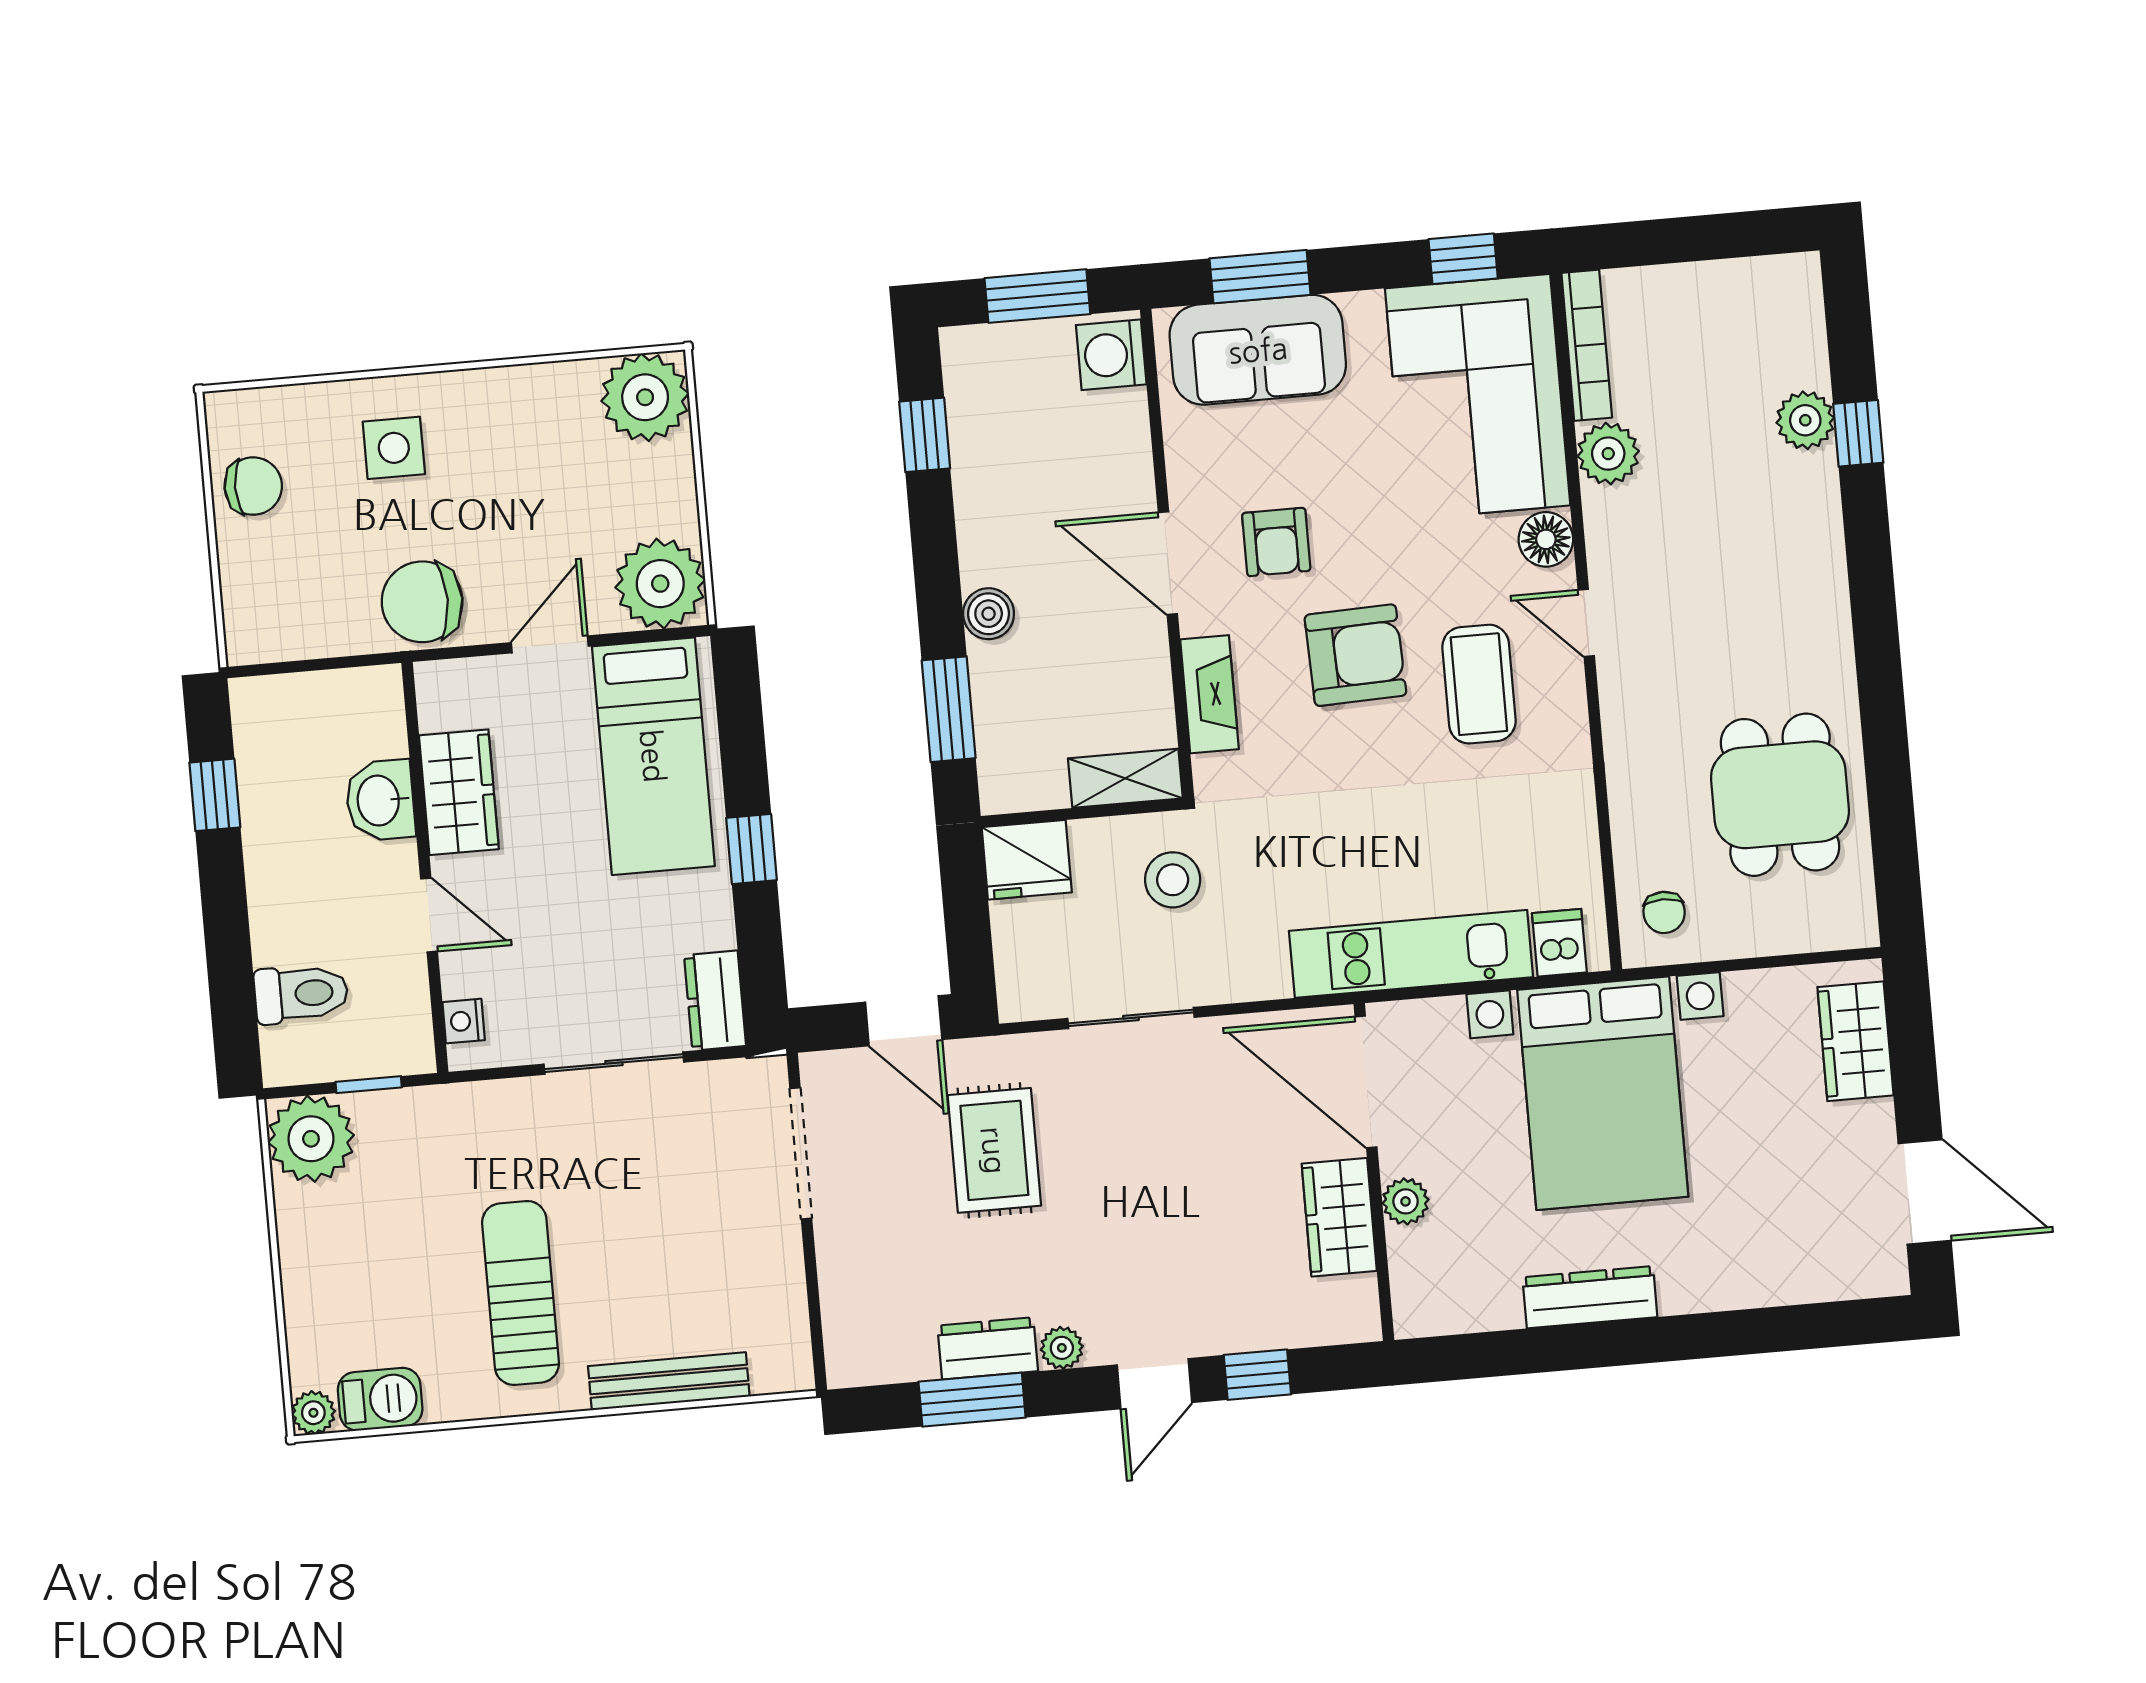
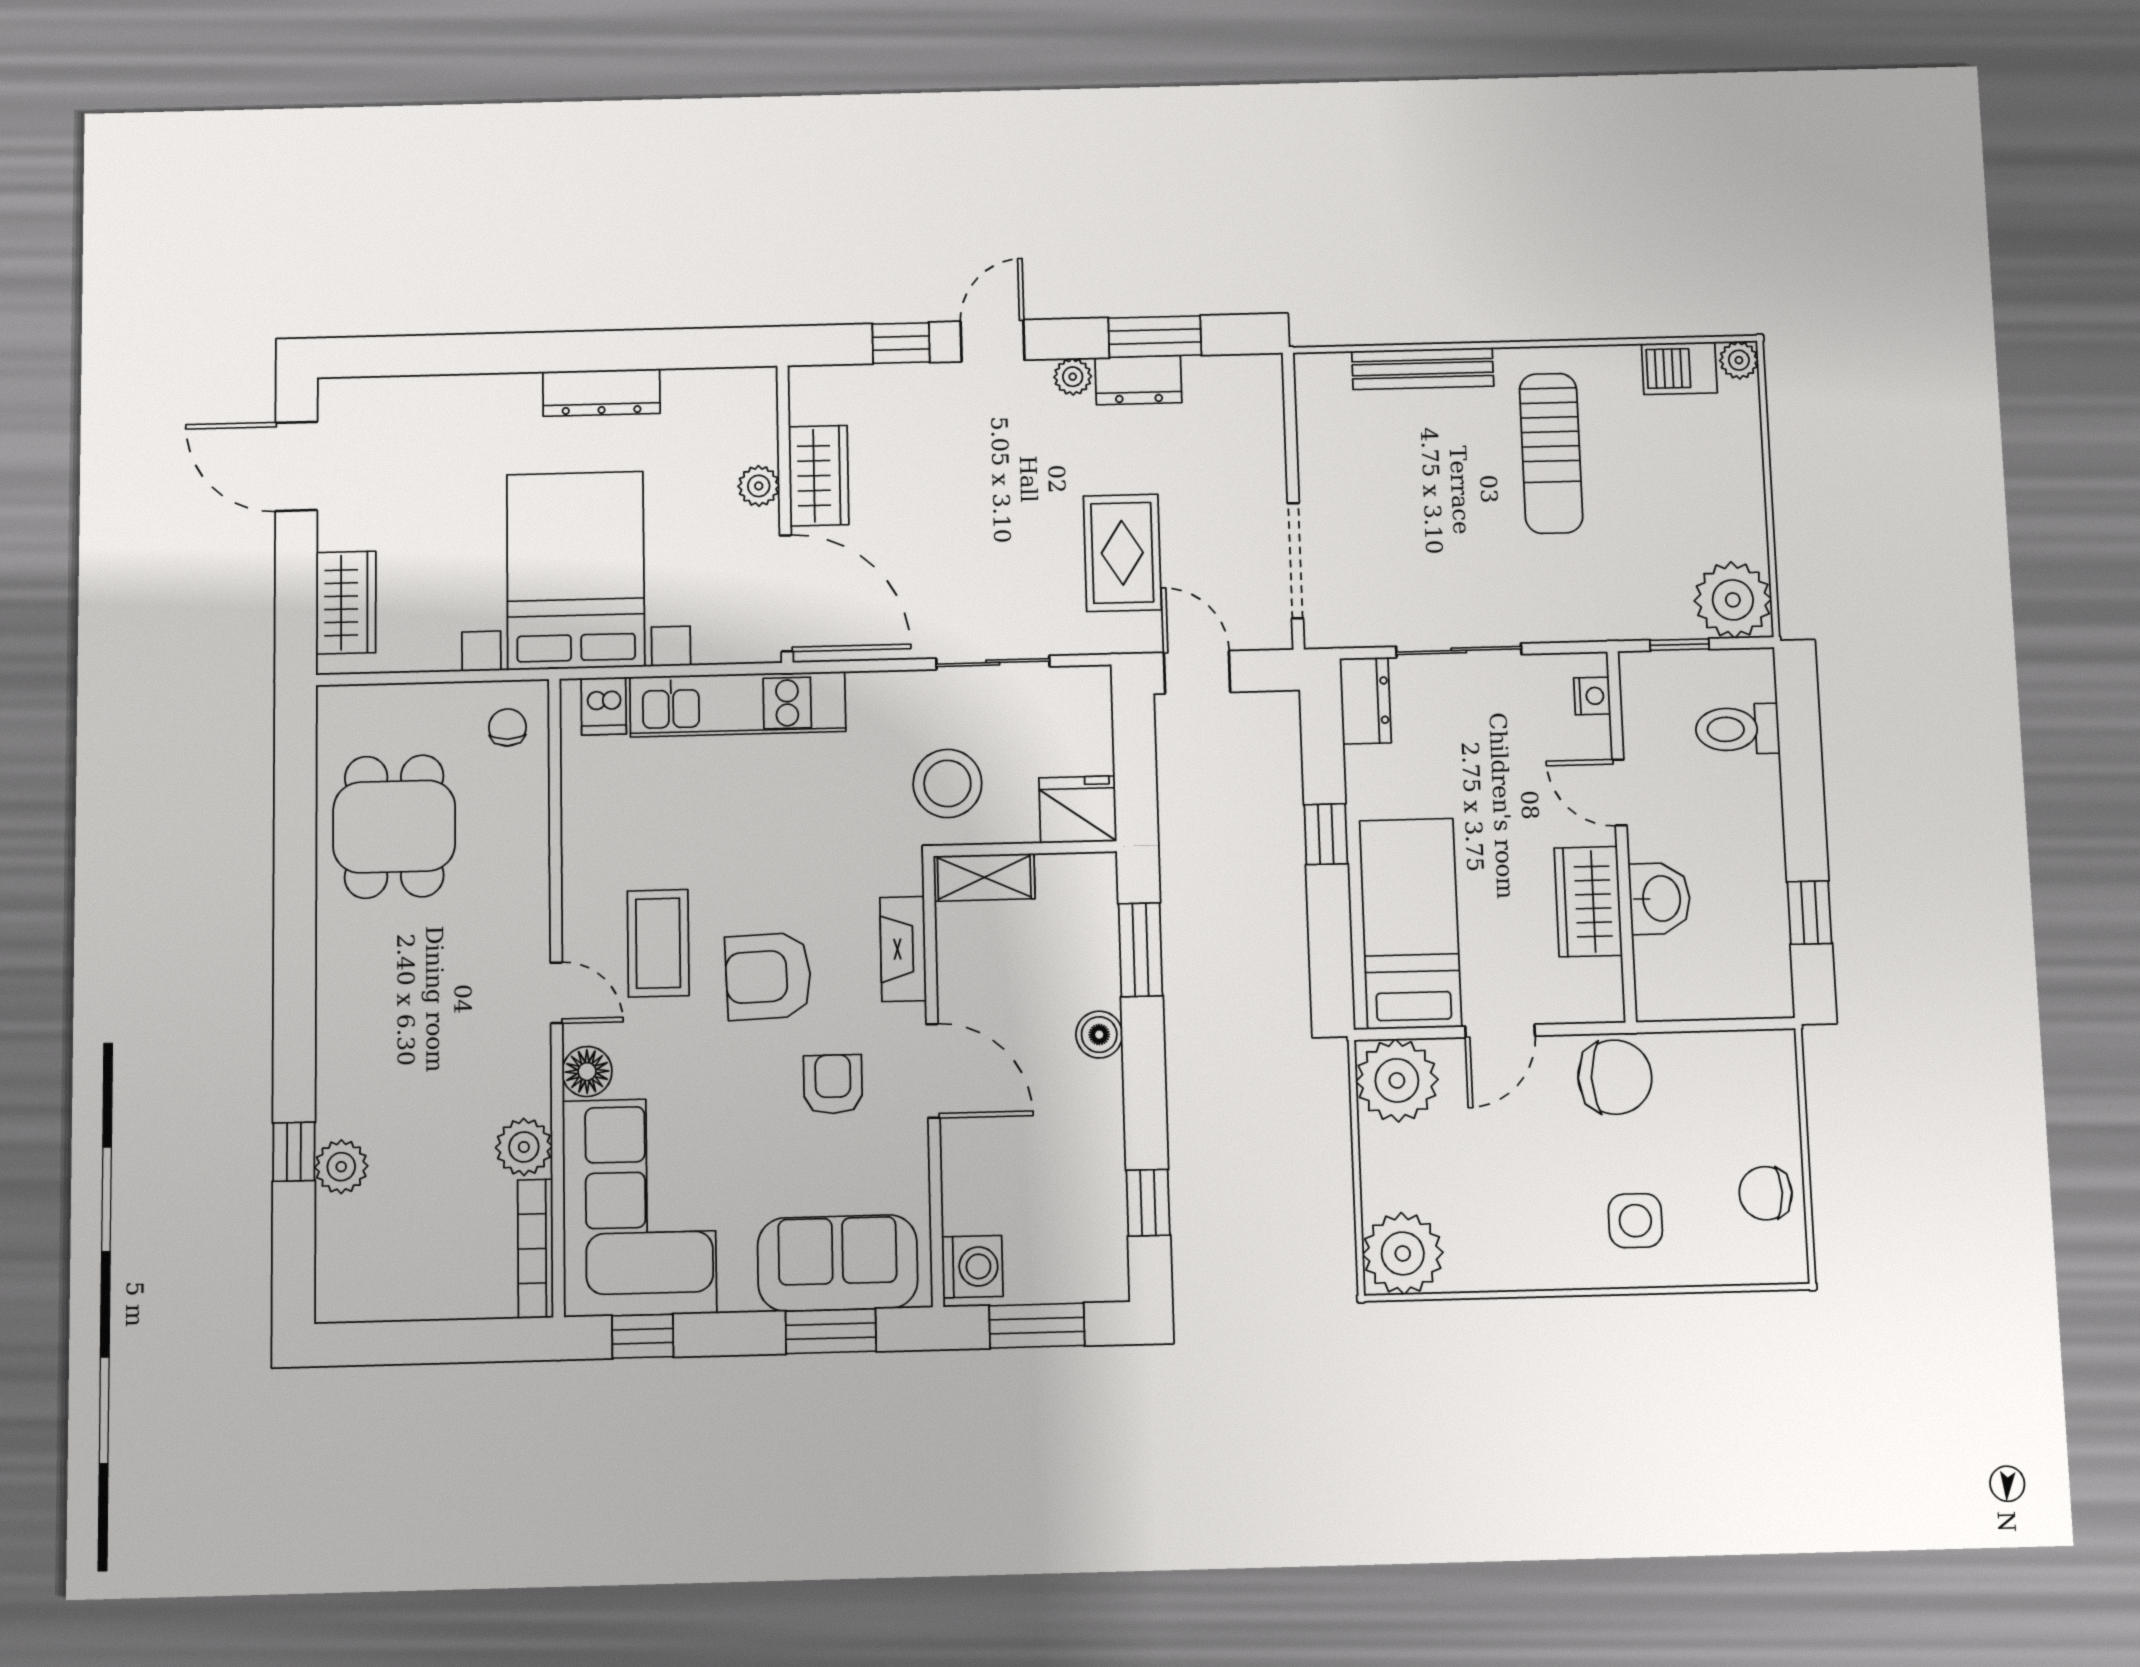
stool: (1173, 880) -> (947, 783), width x1.38, depth x1.38

